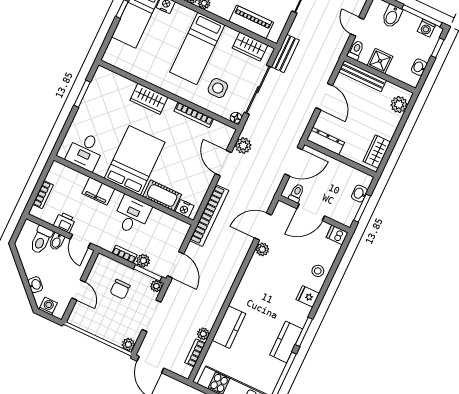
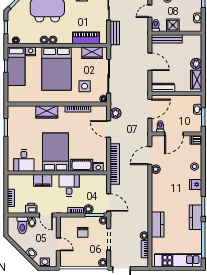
door: (357, 27) -> (150, 11), hinge flipped
bed: (197, 48) -> (56, 69), width x1.50
bench: (285, 53) -> (115, 33), moved
plant: (399, 104) -> (196, 64), moved

